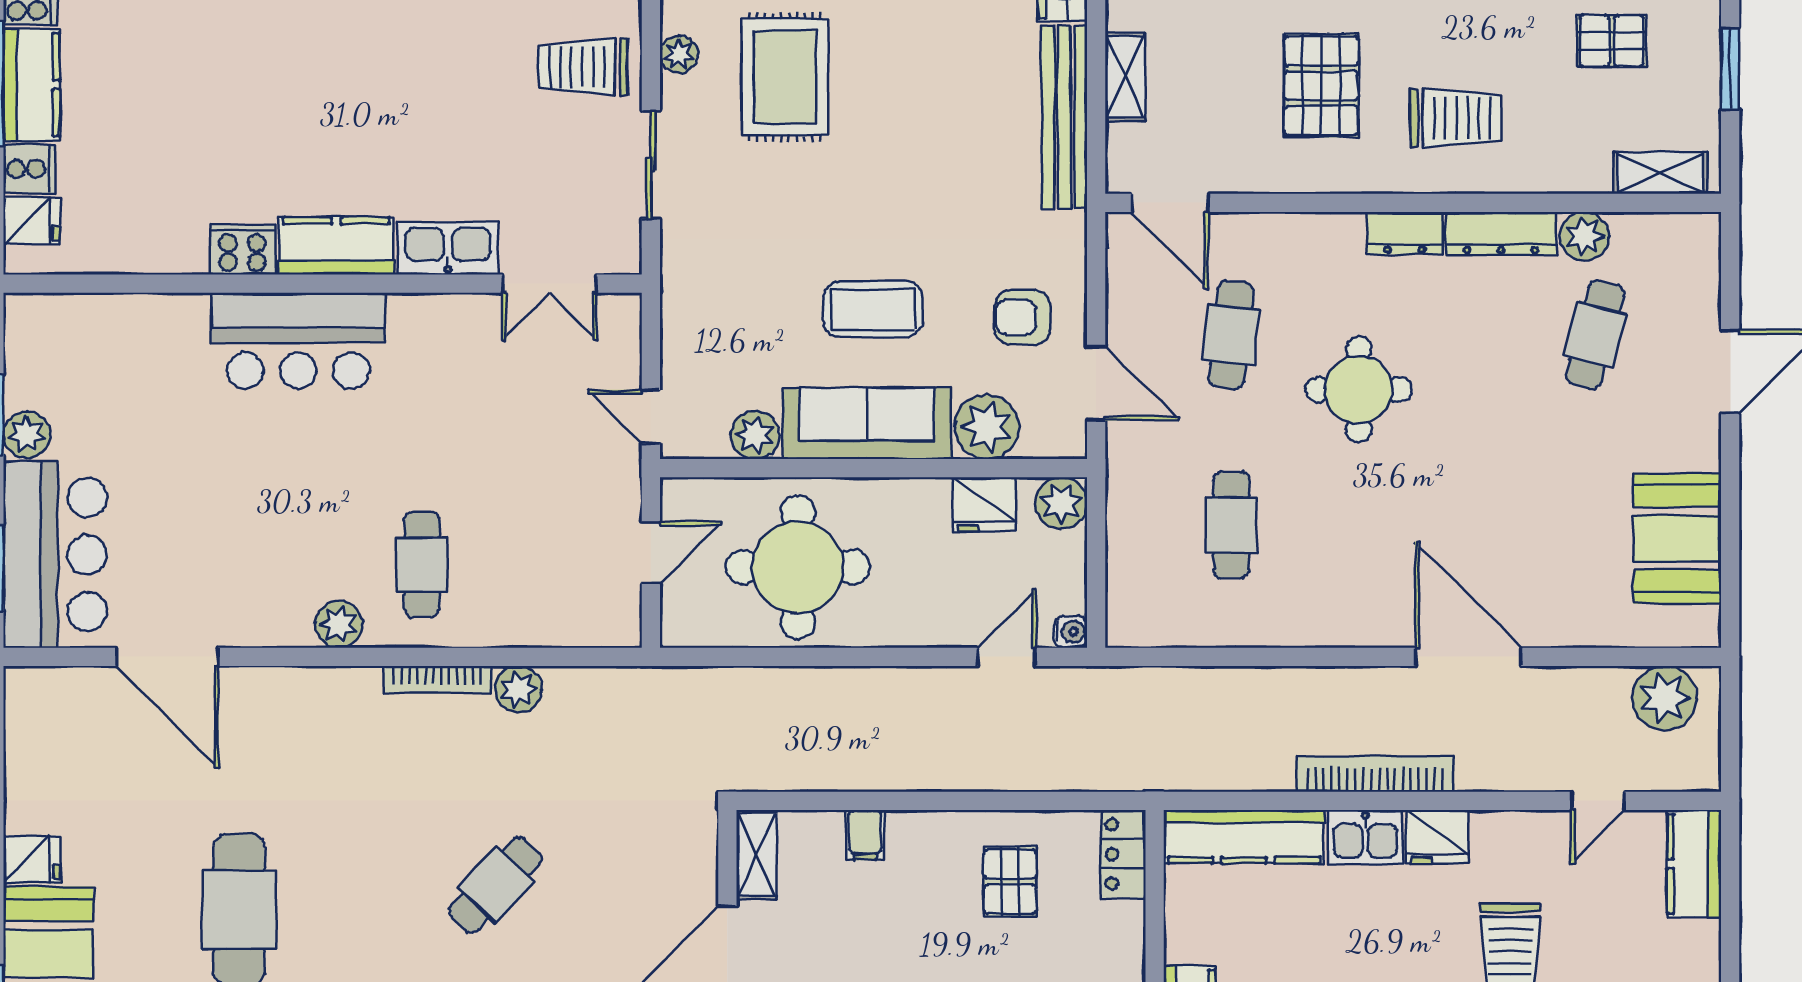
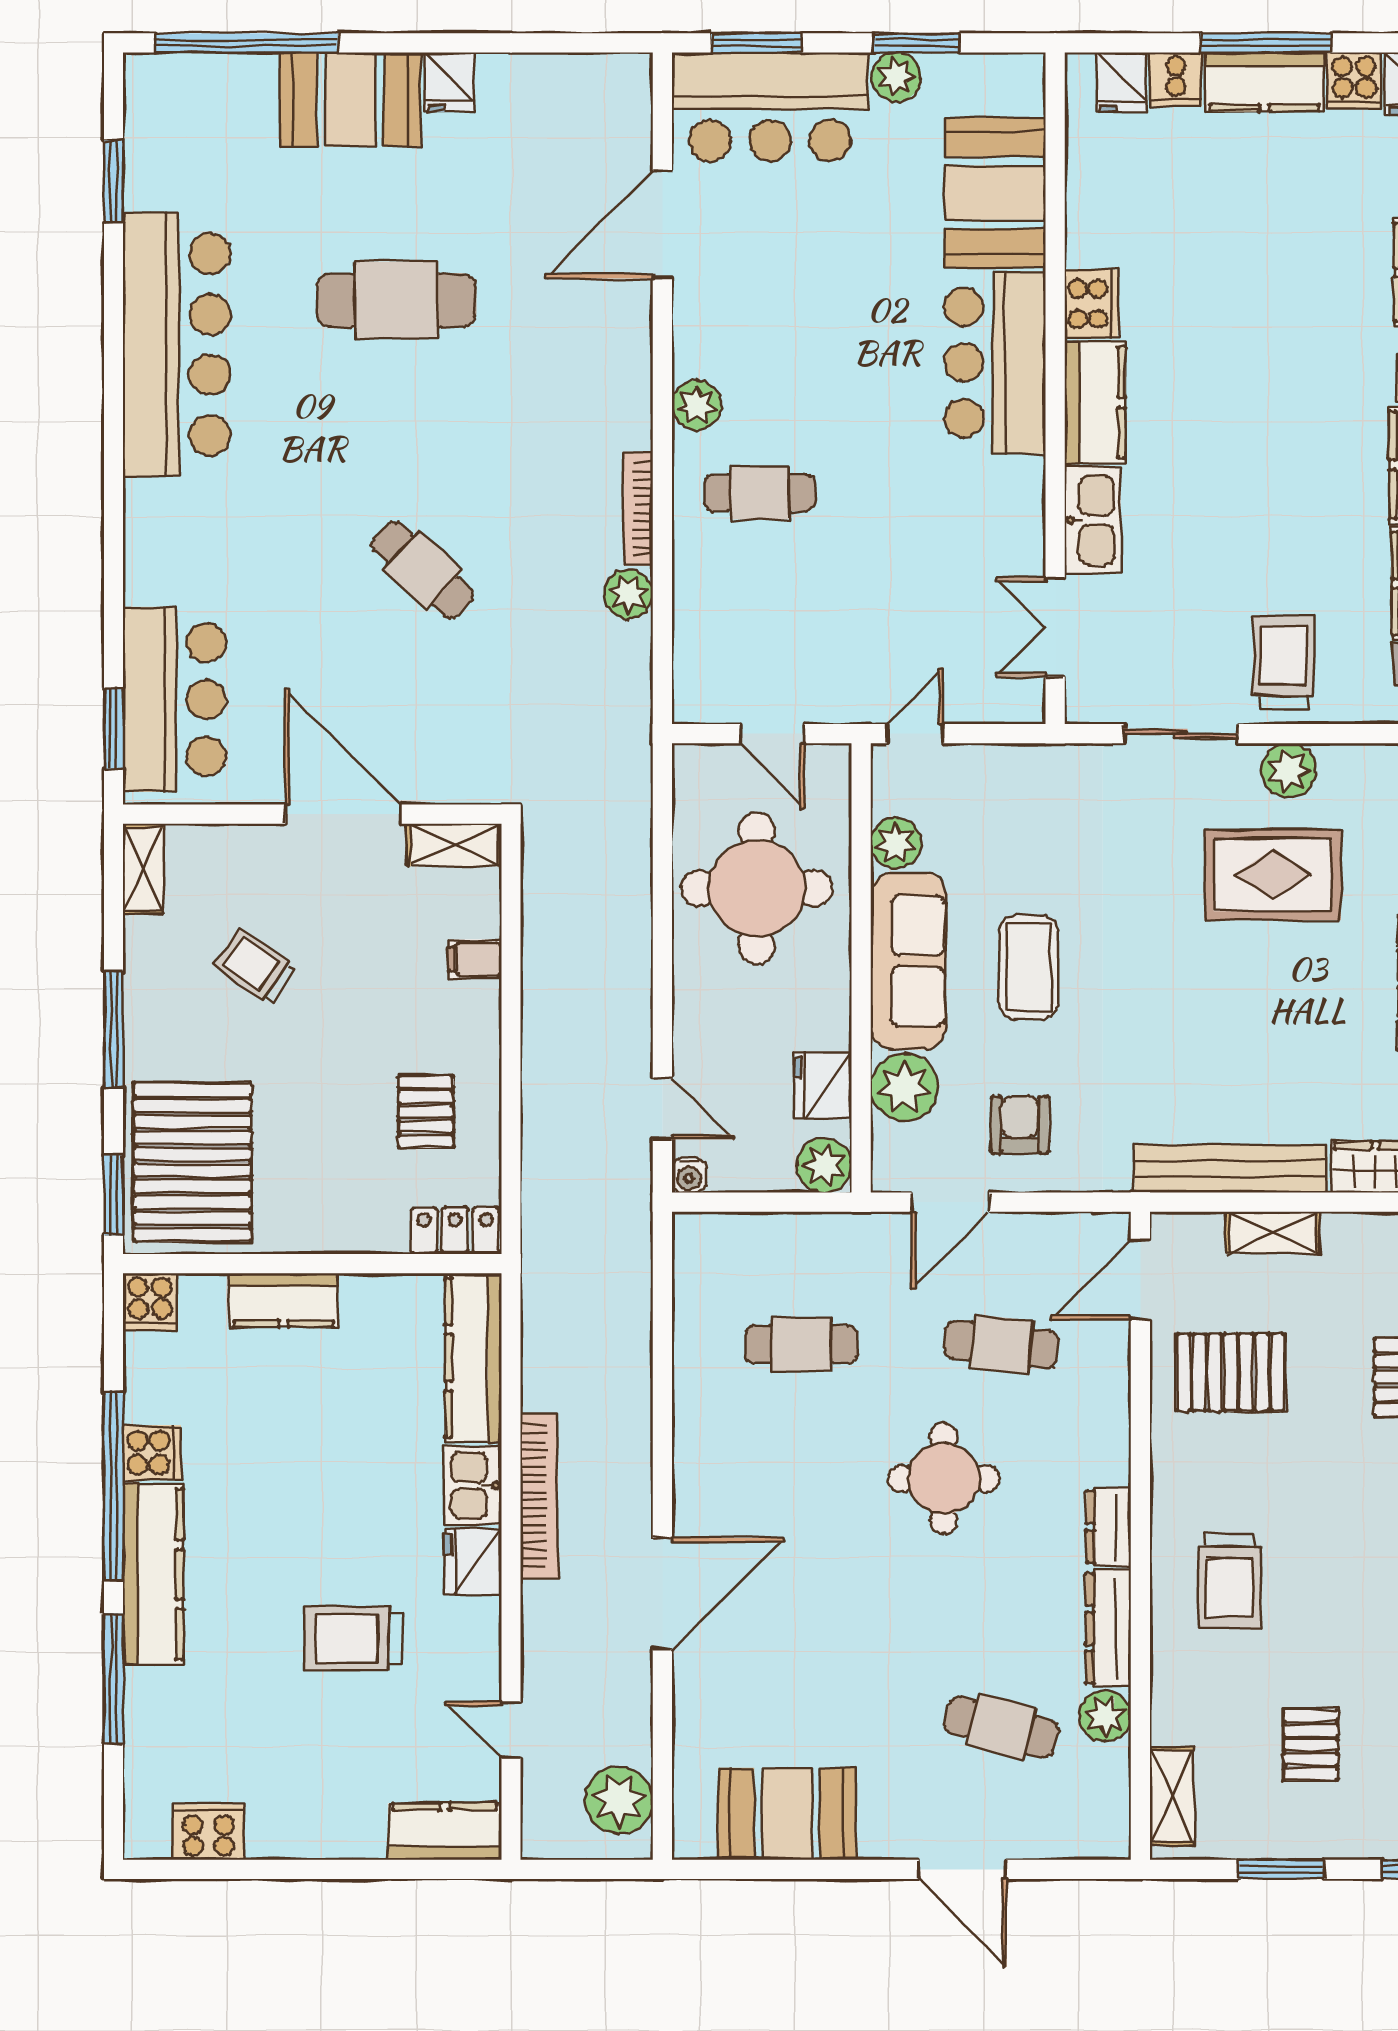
plant: (679, 55) -> (1289, 771), width x1.38, depth x1.38
pallet: (1321, 86) -> (1231, 1372), moved
booth: (137, 341) -> (995, 193), added
pallet: (1010, 882) -> (426, 1112), turned 90

